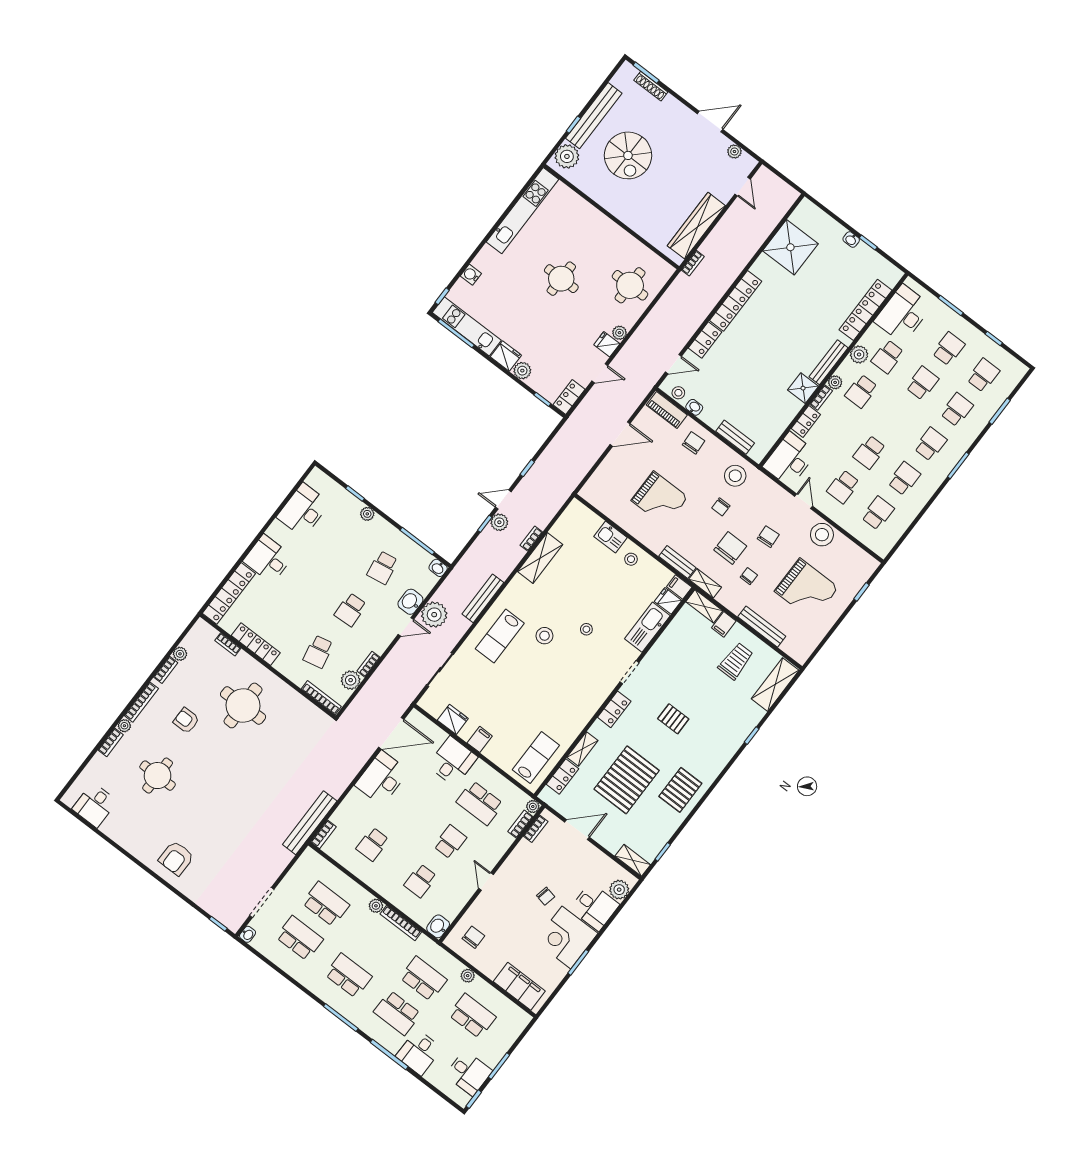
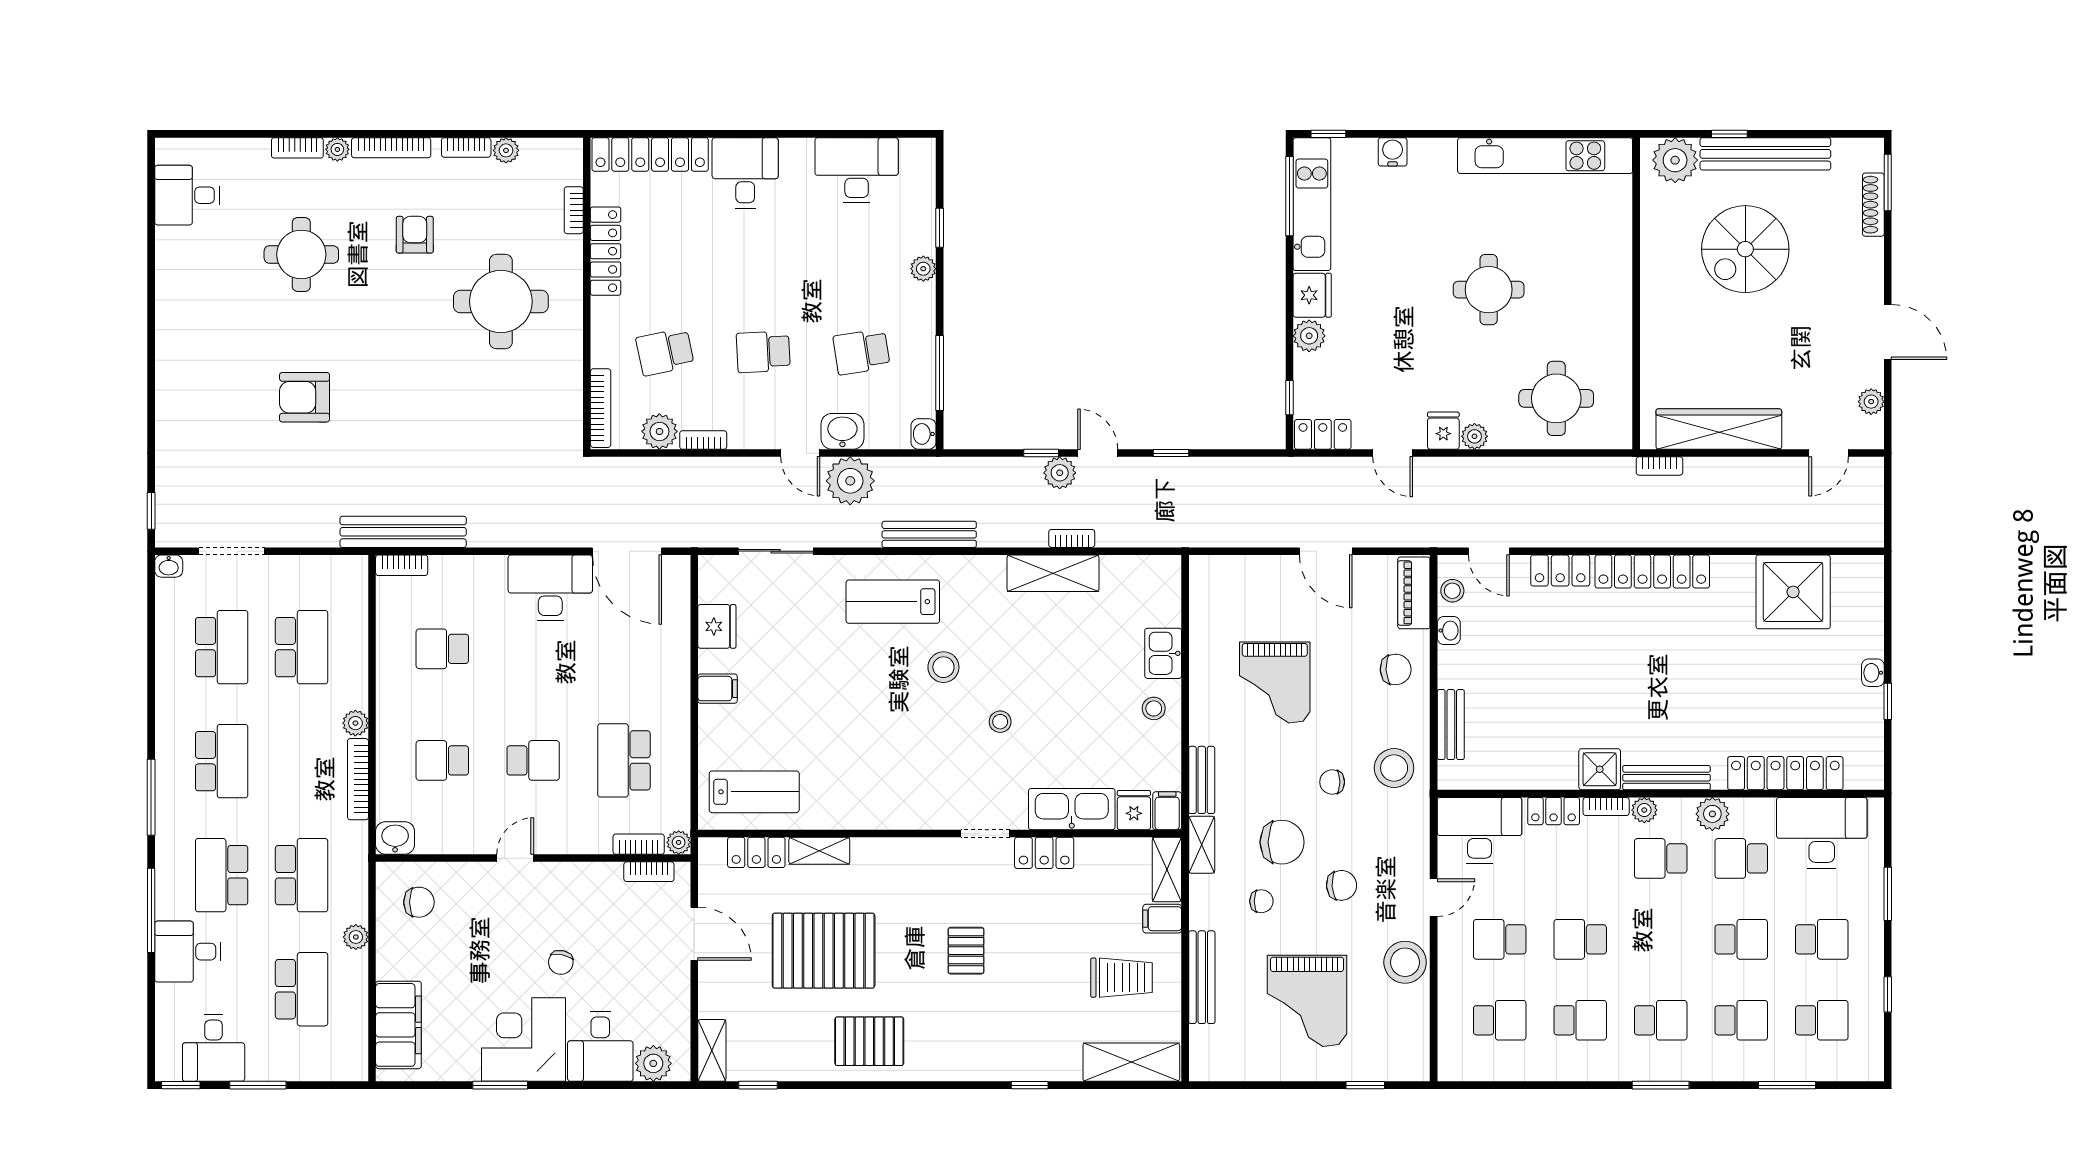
locker: (614, 709) -> (1044, 853), moved
desk: (453, 761) -> (655, 673), removed
armchair: (176, 858) -> (305, 397), moved

